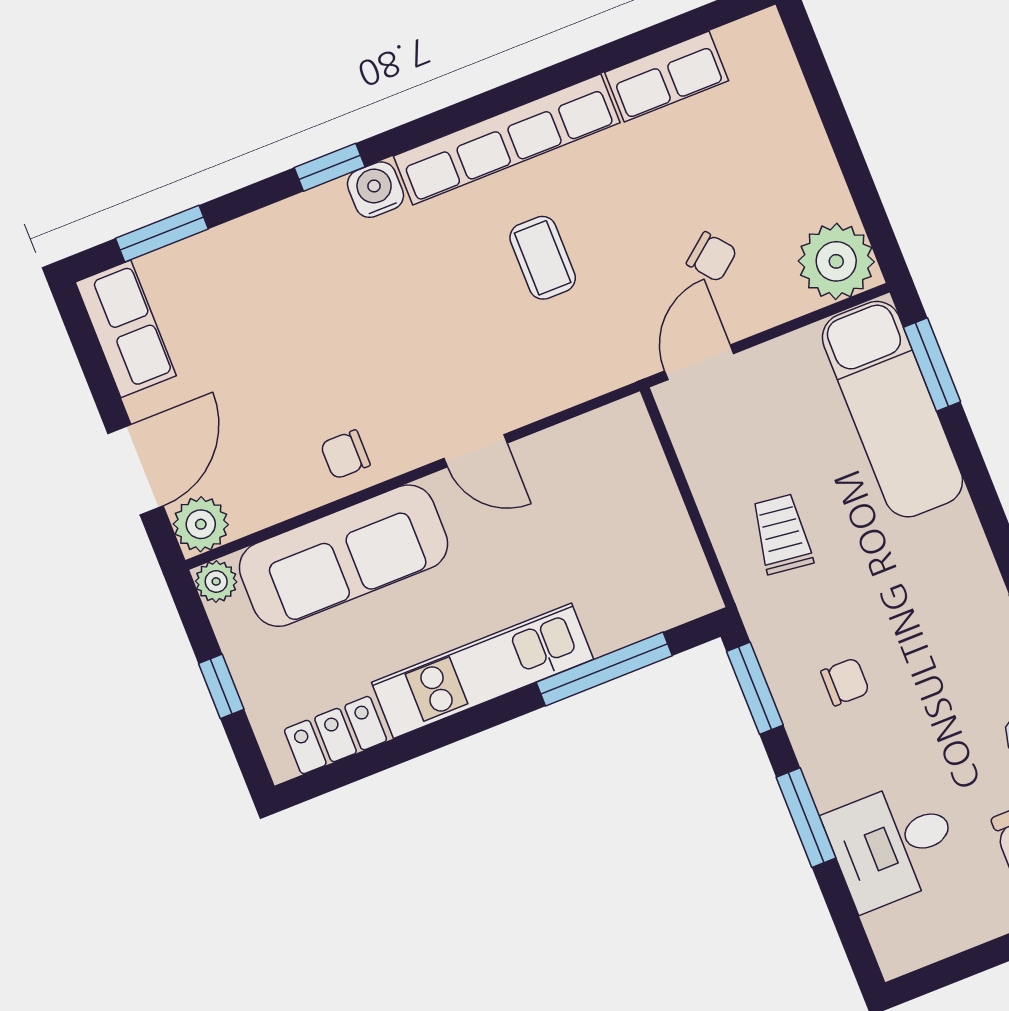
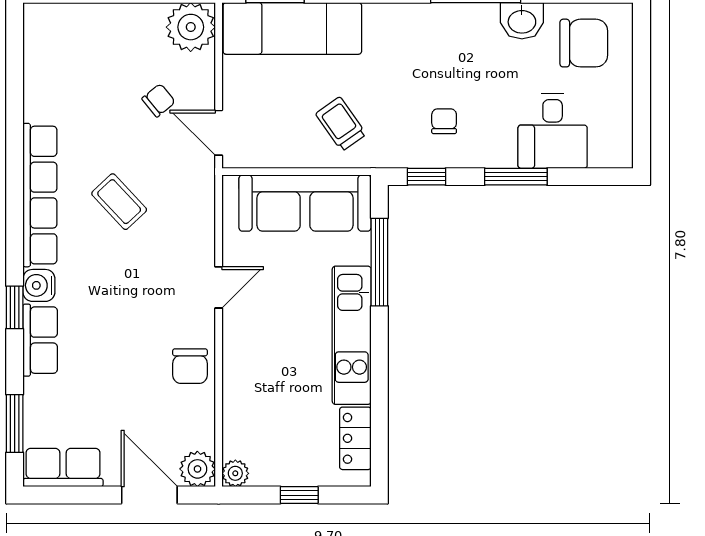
row of seats: (667, 77) -> (40, 340), moved
coffee table: (543, 258) -> (119, 202), turned 47
chair: (345, 455) -> (190, 366), width x1.37, depth x1.37
trolley: (782, 534) -> (341, 124), turned 48
sofa: (344, 556) -> (305, 203), moved, turned 90
window: (755, 688) -> (427, 177), width x0.67

